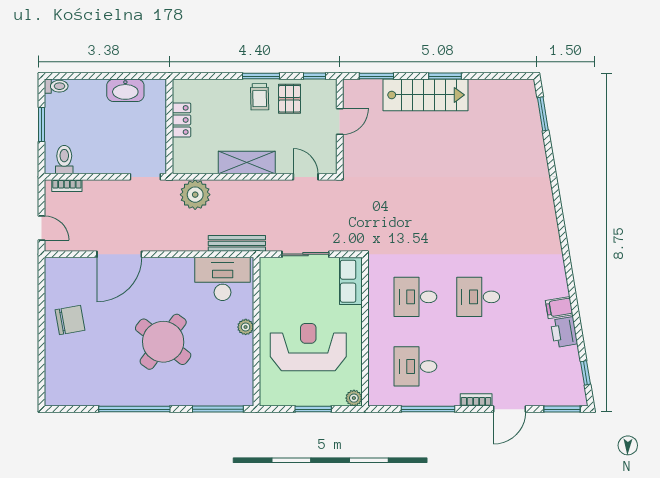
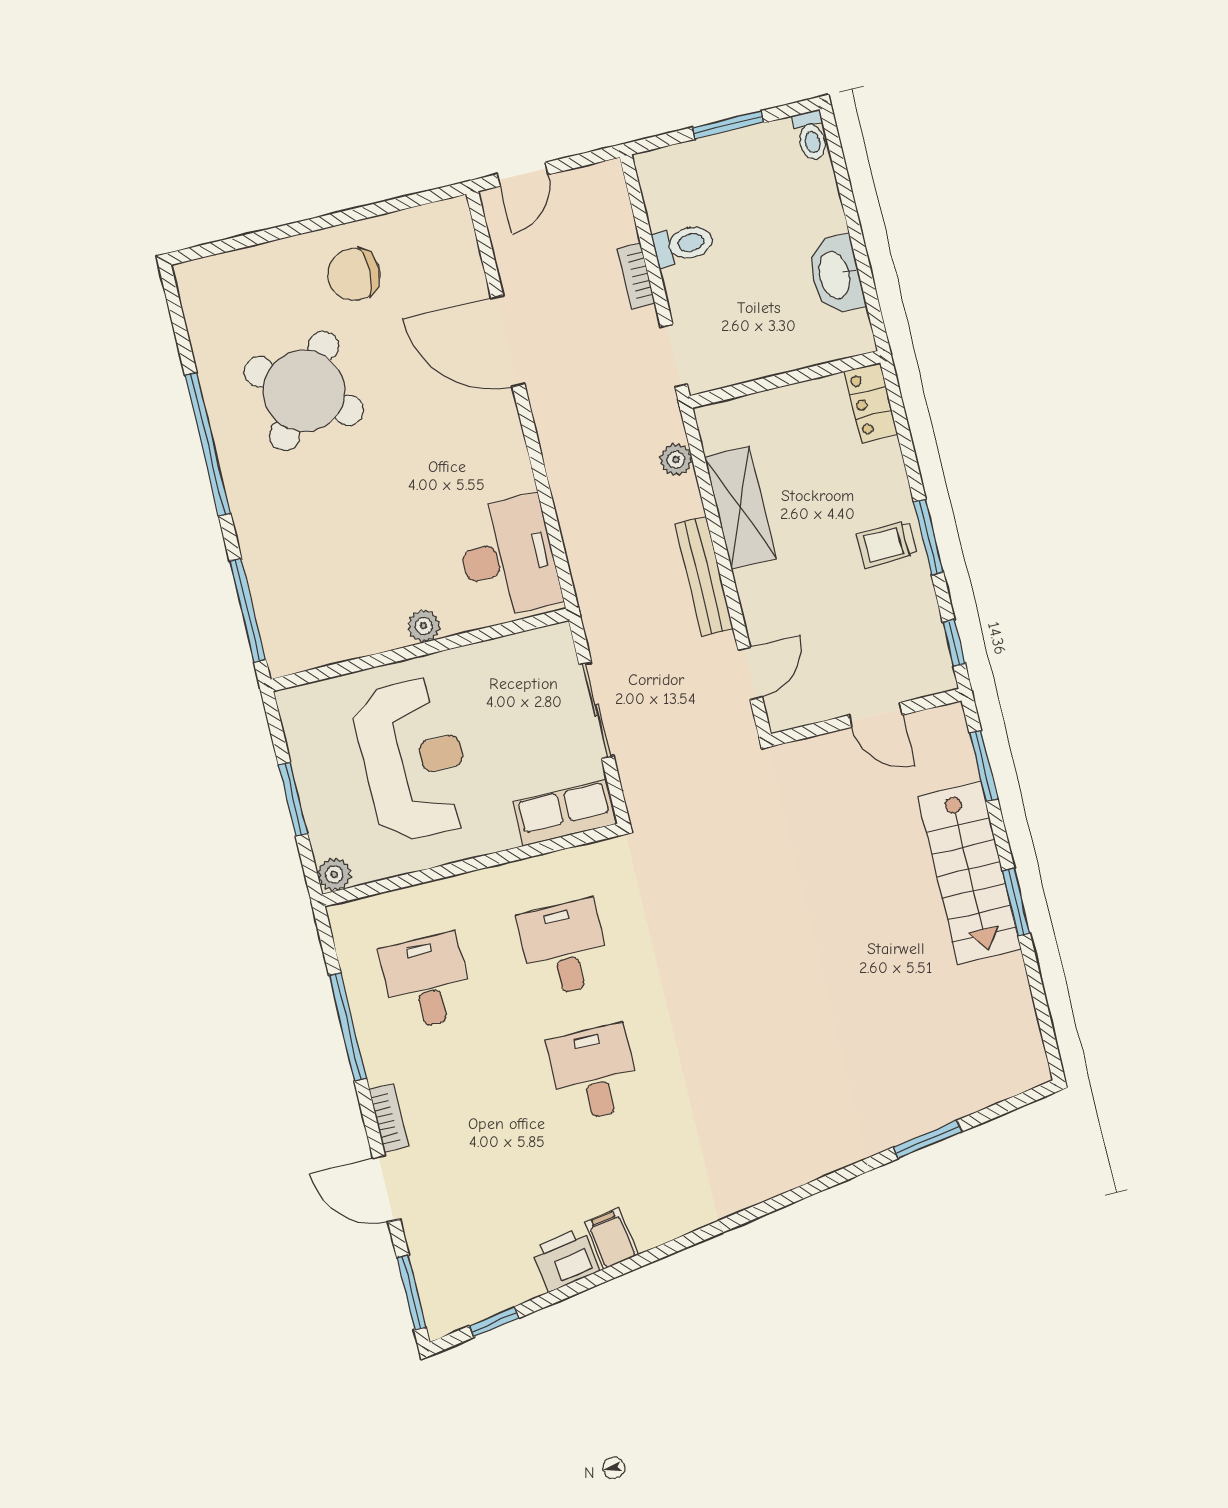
pallet: (290, 99) -> (897, 605), removed
window: (543, 114) -> (928, 1139), moved
locker: (181, 120) -> (871, 403), moved, turned 90
toilet: (64, 160) -> (683, 245), moved
shelving: (247, 162) -> (740, 508), moved
bookcase: (67, 186) -> (636, 276), moved
plant: (195, 195) -> (676, 460), width x0.53, depth x0.53
bench: (237, 243) -> (704, 576), moved
chair: (70, 320) -> (354, 274), turned 100
round table: (163, 342) -> (304, 391), moved

